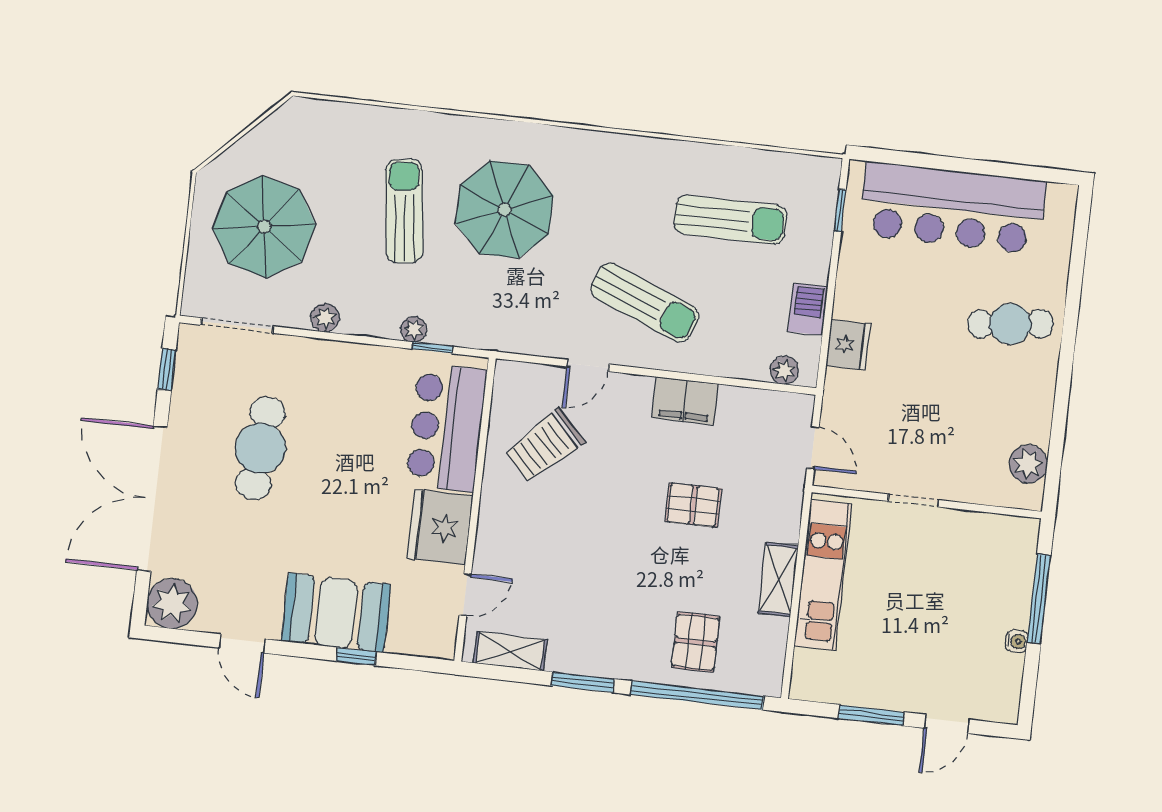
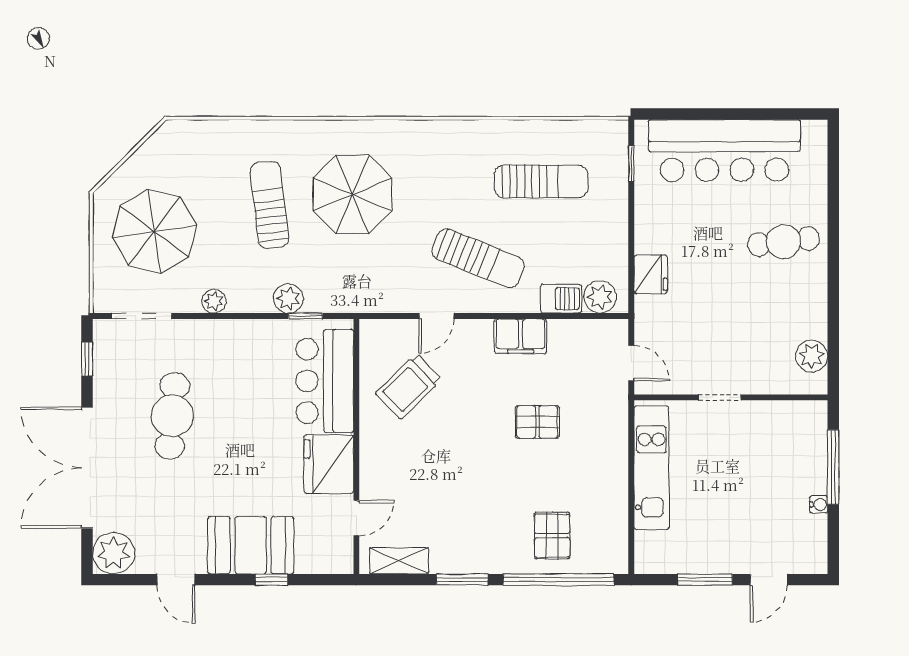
barbecue: (808, 309) -> (561, 299), moved, turned 90
plant: (414, 329) -> (288, 298), width x1.38, depth x1.38
plant: (784, 370) -> (600, 297), width x1.38, depth x1.38
shelving: (778, 579) -> (615, 476), removed

